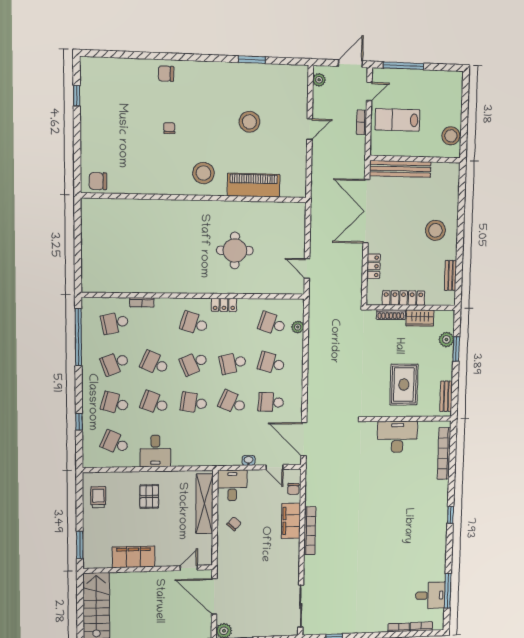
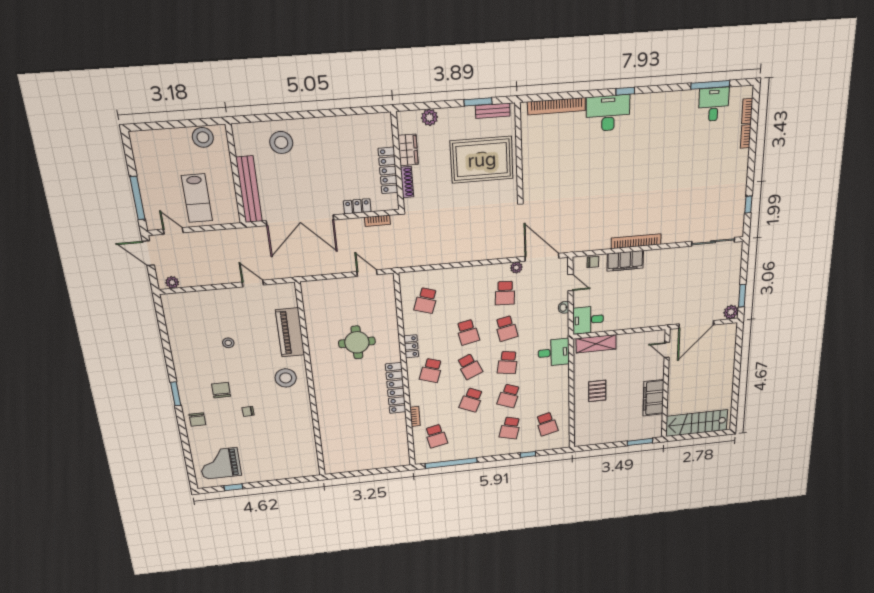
window: (252, 60) -> (176, 394), moved
grand piano: (109, 87) -> (220, 463), added
stool: (249, 122) -> (228, 343), width x0.53, depth x0.53
bookcase: (362, 122) -> (377, 221), moved
door: (310, 129) -> (253, 284), moved
chair: (98, 181) -> (221, 390), moved, turned 180
stool: (435, 230) -> (281, 142), moved
door: (307, 268) -> (367, 273), swing flipped
bench: (450, 275) -> (358, 121), removed
locker: (178, 285) -> (396, 388), added
plant: (298, 327) -> (516, 268), moved
window: (456, 349) -> (478, 102), moved
school desk: (115, 363) -> (473, 432), removed
school desk: (271, 363) -> (466, 297), removed
rug: (404, 385) -> (482, 160), width x1.37, depth x1.44
school desk: (232, 402) -> (506, 328), turned -36
desk: (397, 437) -> (608, 113), moved, turned 90
door: (304, 439) -> (542, 257), swing flipped
school desk: (115, 443) -> (547, 424), turned -39
desk: (155, 451) -> (554, 353), moved
door: (275, 467) -> (570, 283), hinge flipped
trolley: (98, 497) -> (597, 432), removed
pallet: (149, 497) -> (597, 391), turned 90
shelving: (204, 504) -> (596, 344), width x0.68
chair: (234, 524) -> (626, 314), removed

